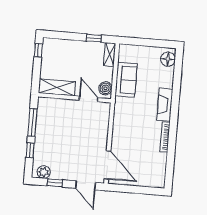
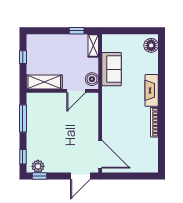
window: (38, 50) -> (23, 57), moved
door: (89, 99) -> (76, 91), swing flipped
window: (30, 150) -> (23, 157), moved
window: (55, 183) -> (40, 176), moved
door: (86, 185) -> (80, 176), hinge flipped

